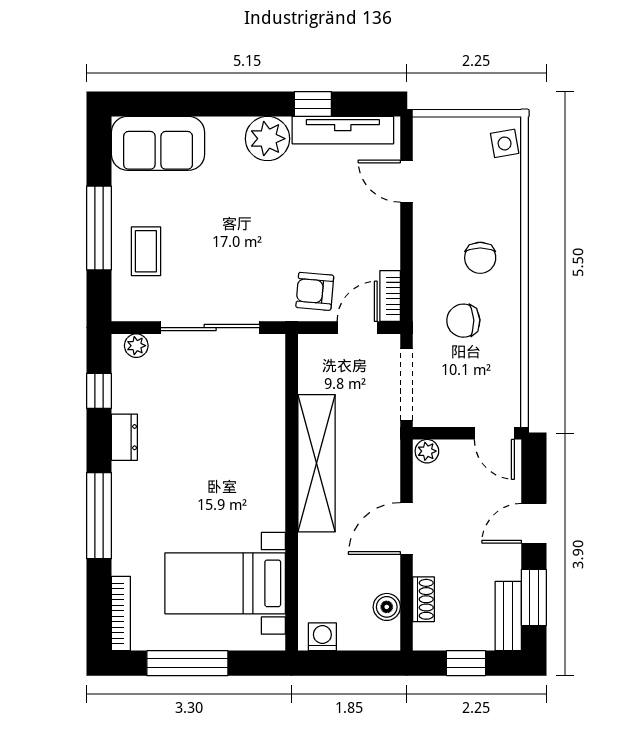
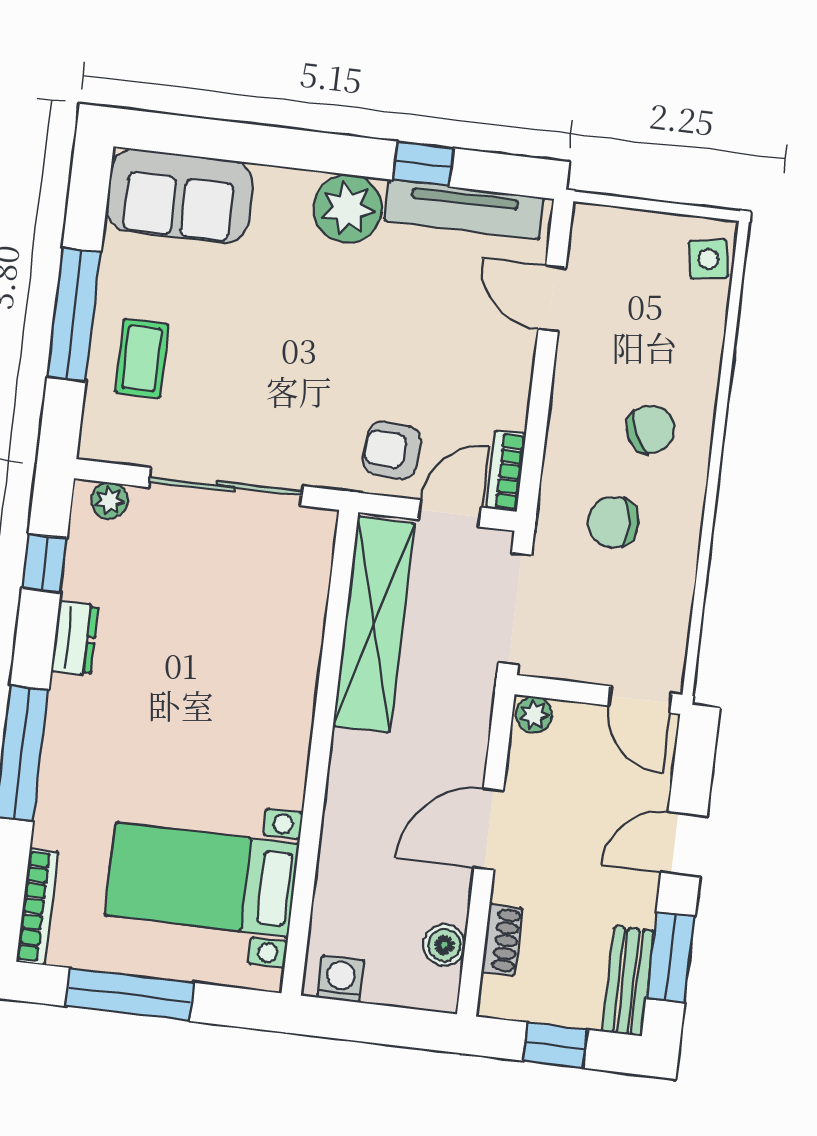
chair: (480, 258) -> (650, 429), turned -115
shelving: (317, 463) -> (374, 625), moved

